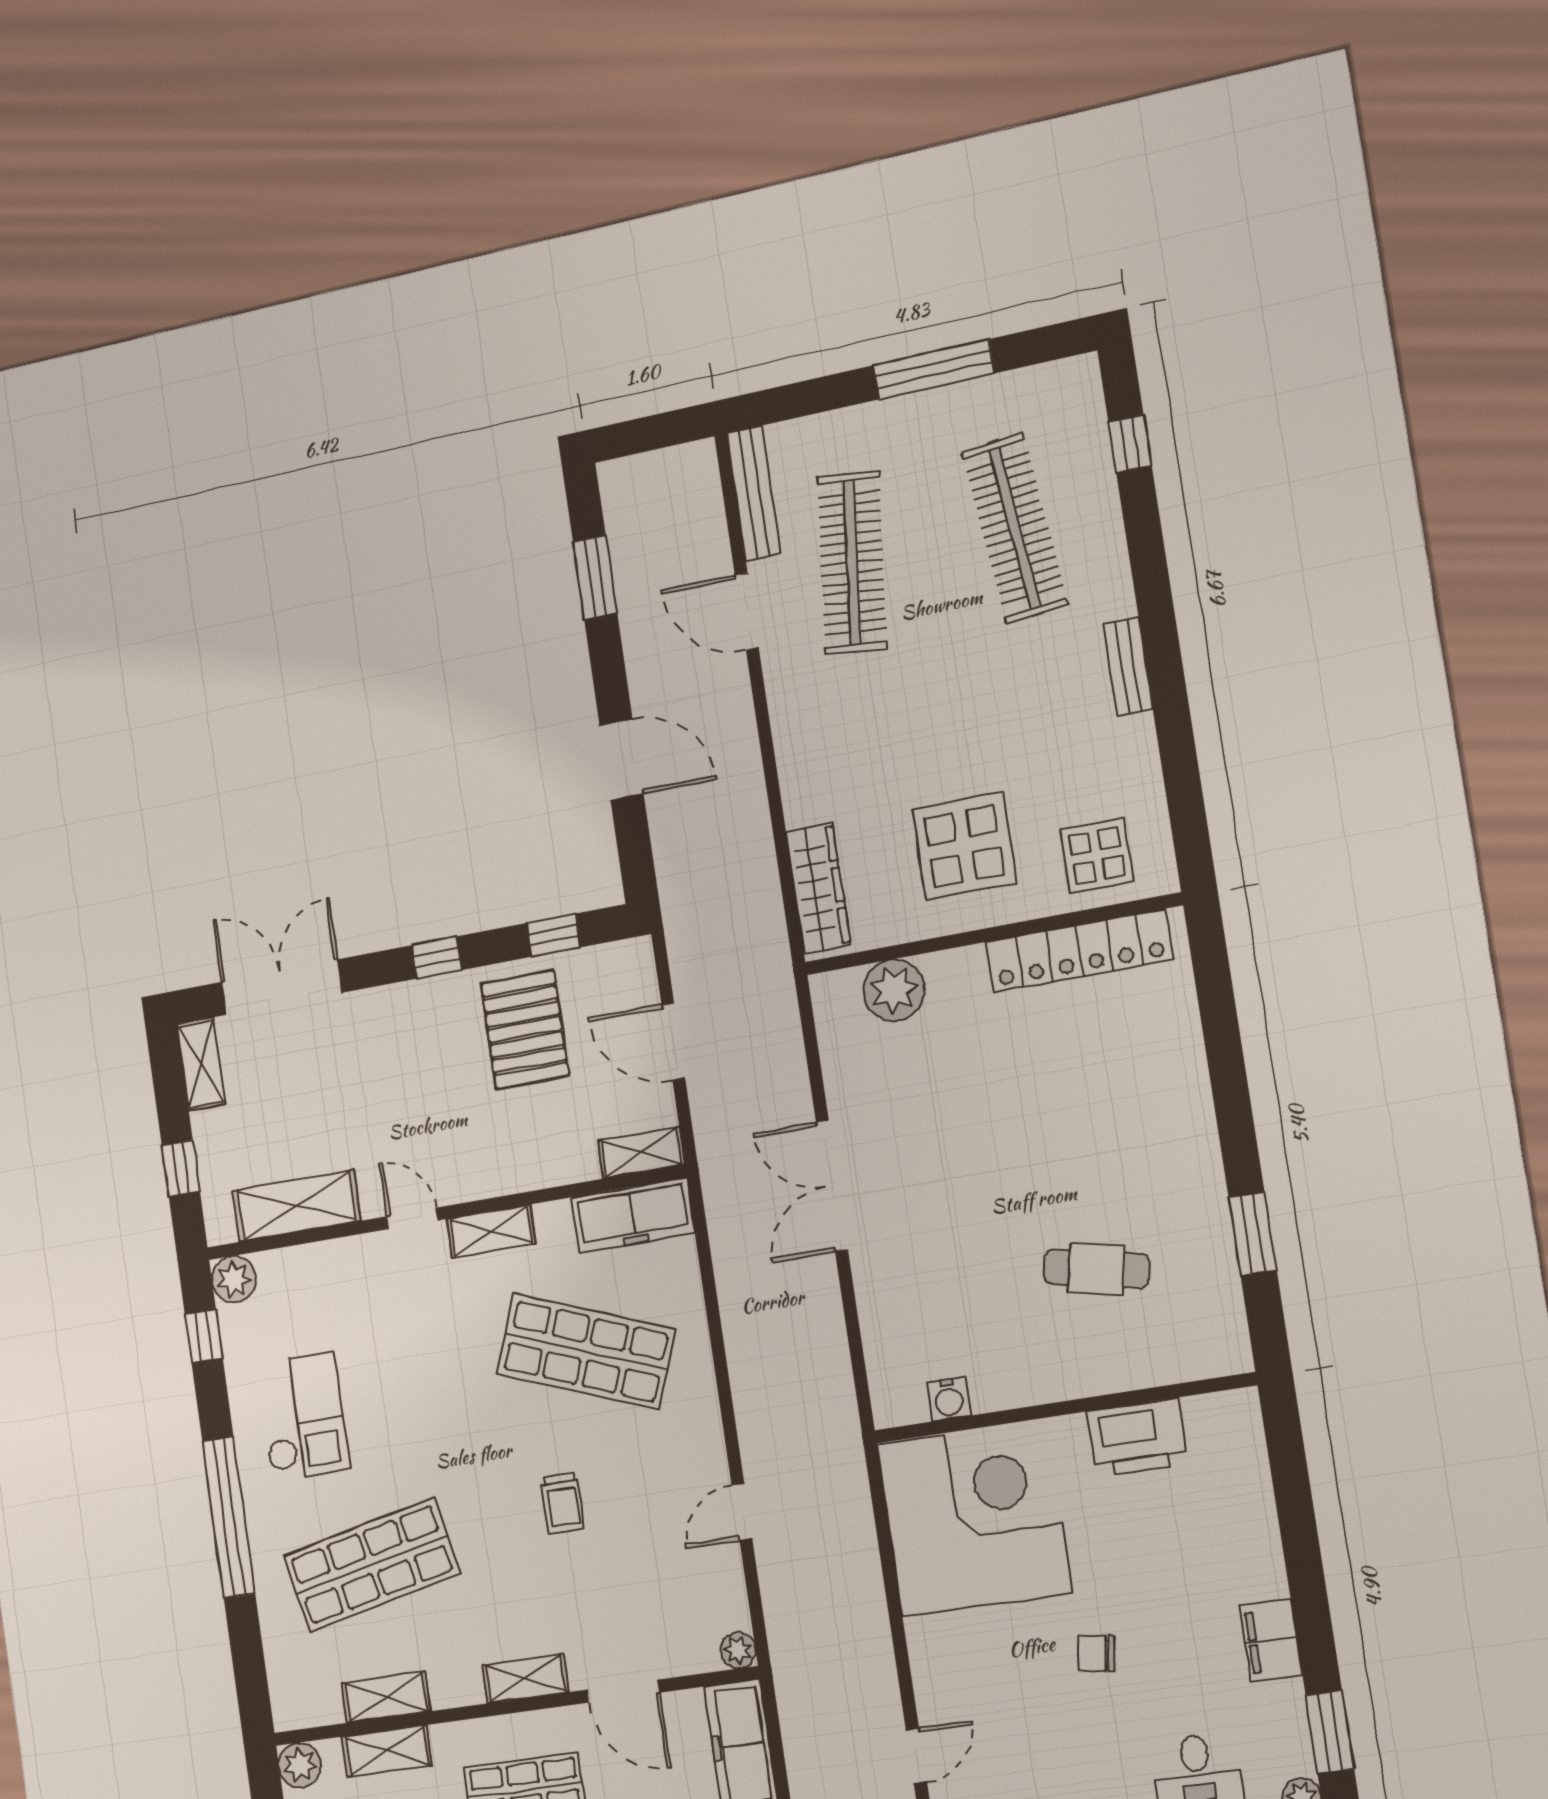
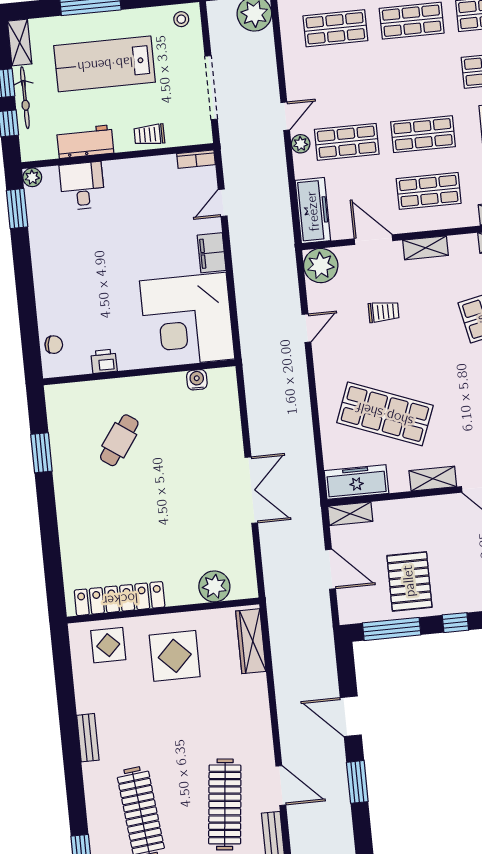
window: (595, 577) -> (357, 782), moved
window: (554, 935) -> (392, 629), width x2.17
cafe table: (1096, 1269) -> (119, 440), turned -67
printer: (1137, 1438) -> (104, 361), width x0.53, depth x0.68
trolley: (563, 1503) -> (384, 312), moved, turned 90
filing cabinet: (1271, 1640) -> (212, 253), moved, turned 180
plant: (738, 1650) -> (321, 266), width x1.87, depth x1.87
chair: (1096, 1653) -> (54, 345), moved

